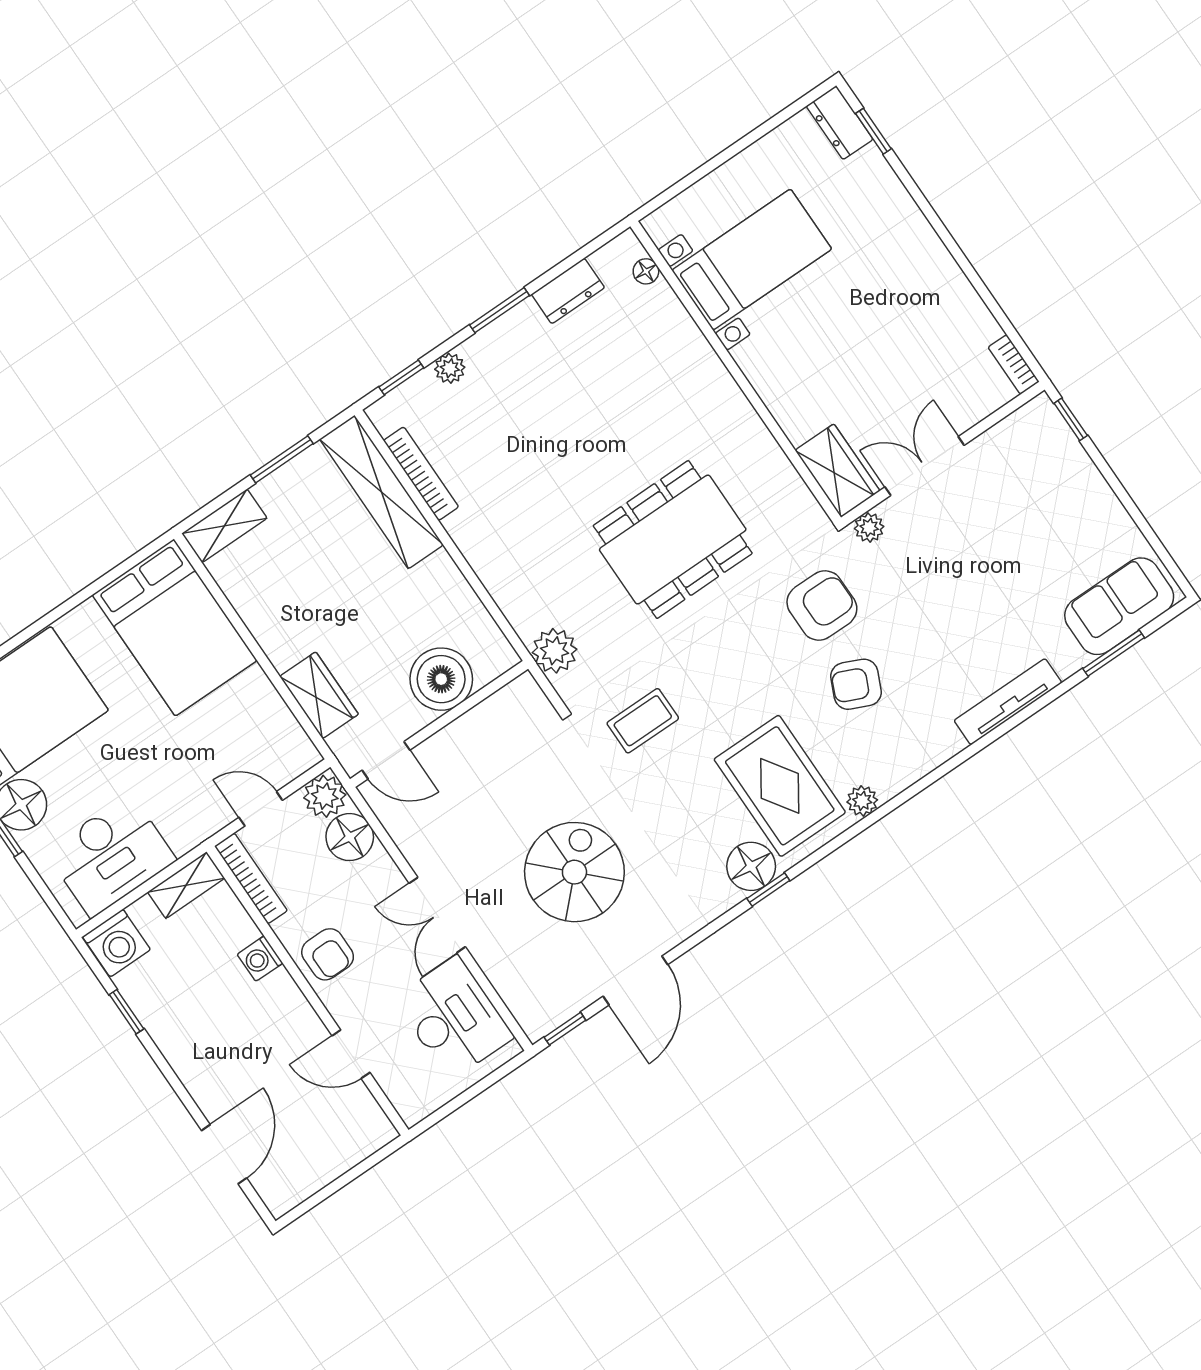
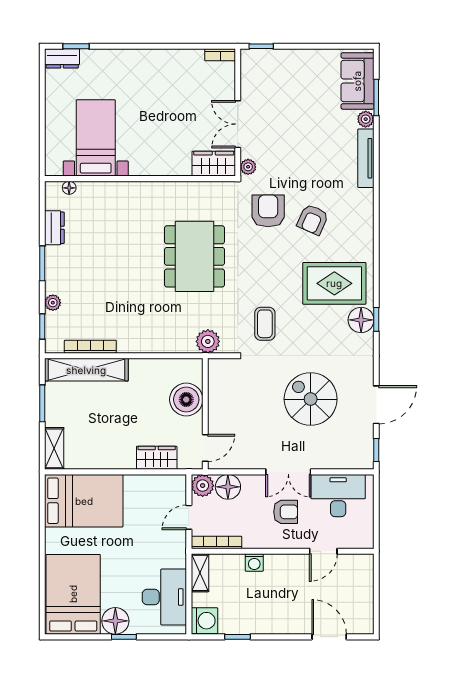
plant: (862, 801) -> (366, 119), moved
armchair: (328, 954) -> (286, 512), moved
door: (635, 980) -> (376, 405), hinge flipped

